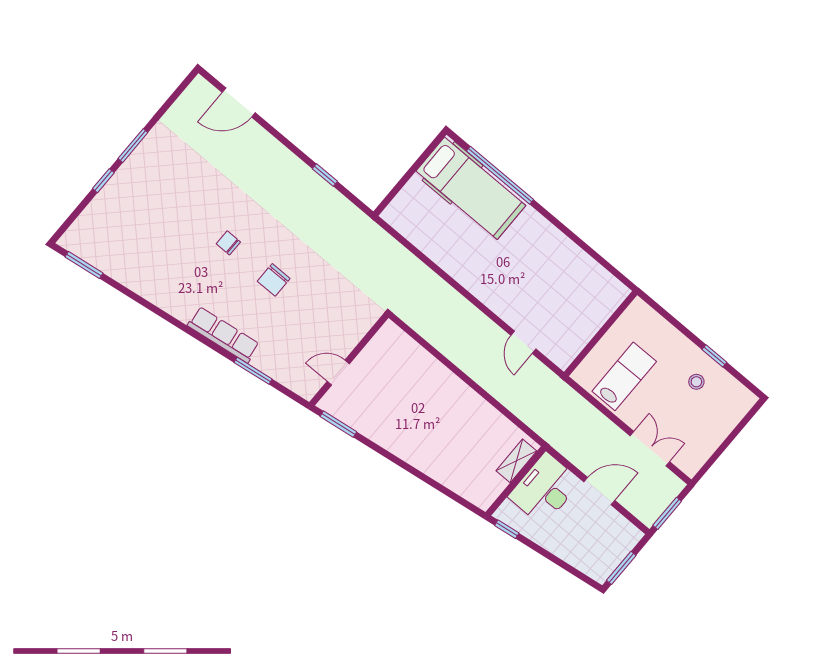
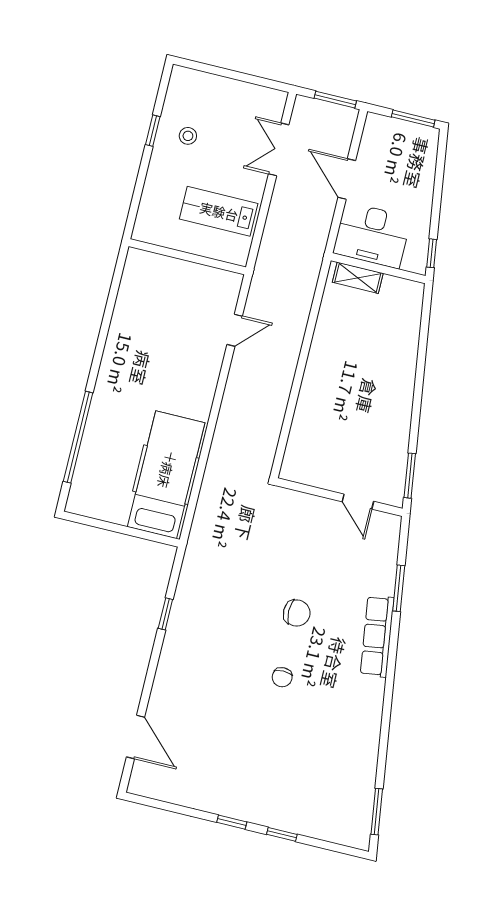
window: (133, 146) -> (232, 822), width x0.67
hospital bed: (471, 188) -> (166, 475), moved

